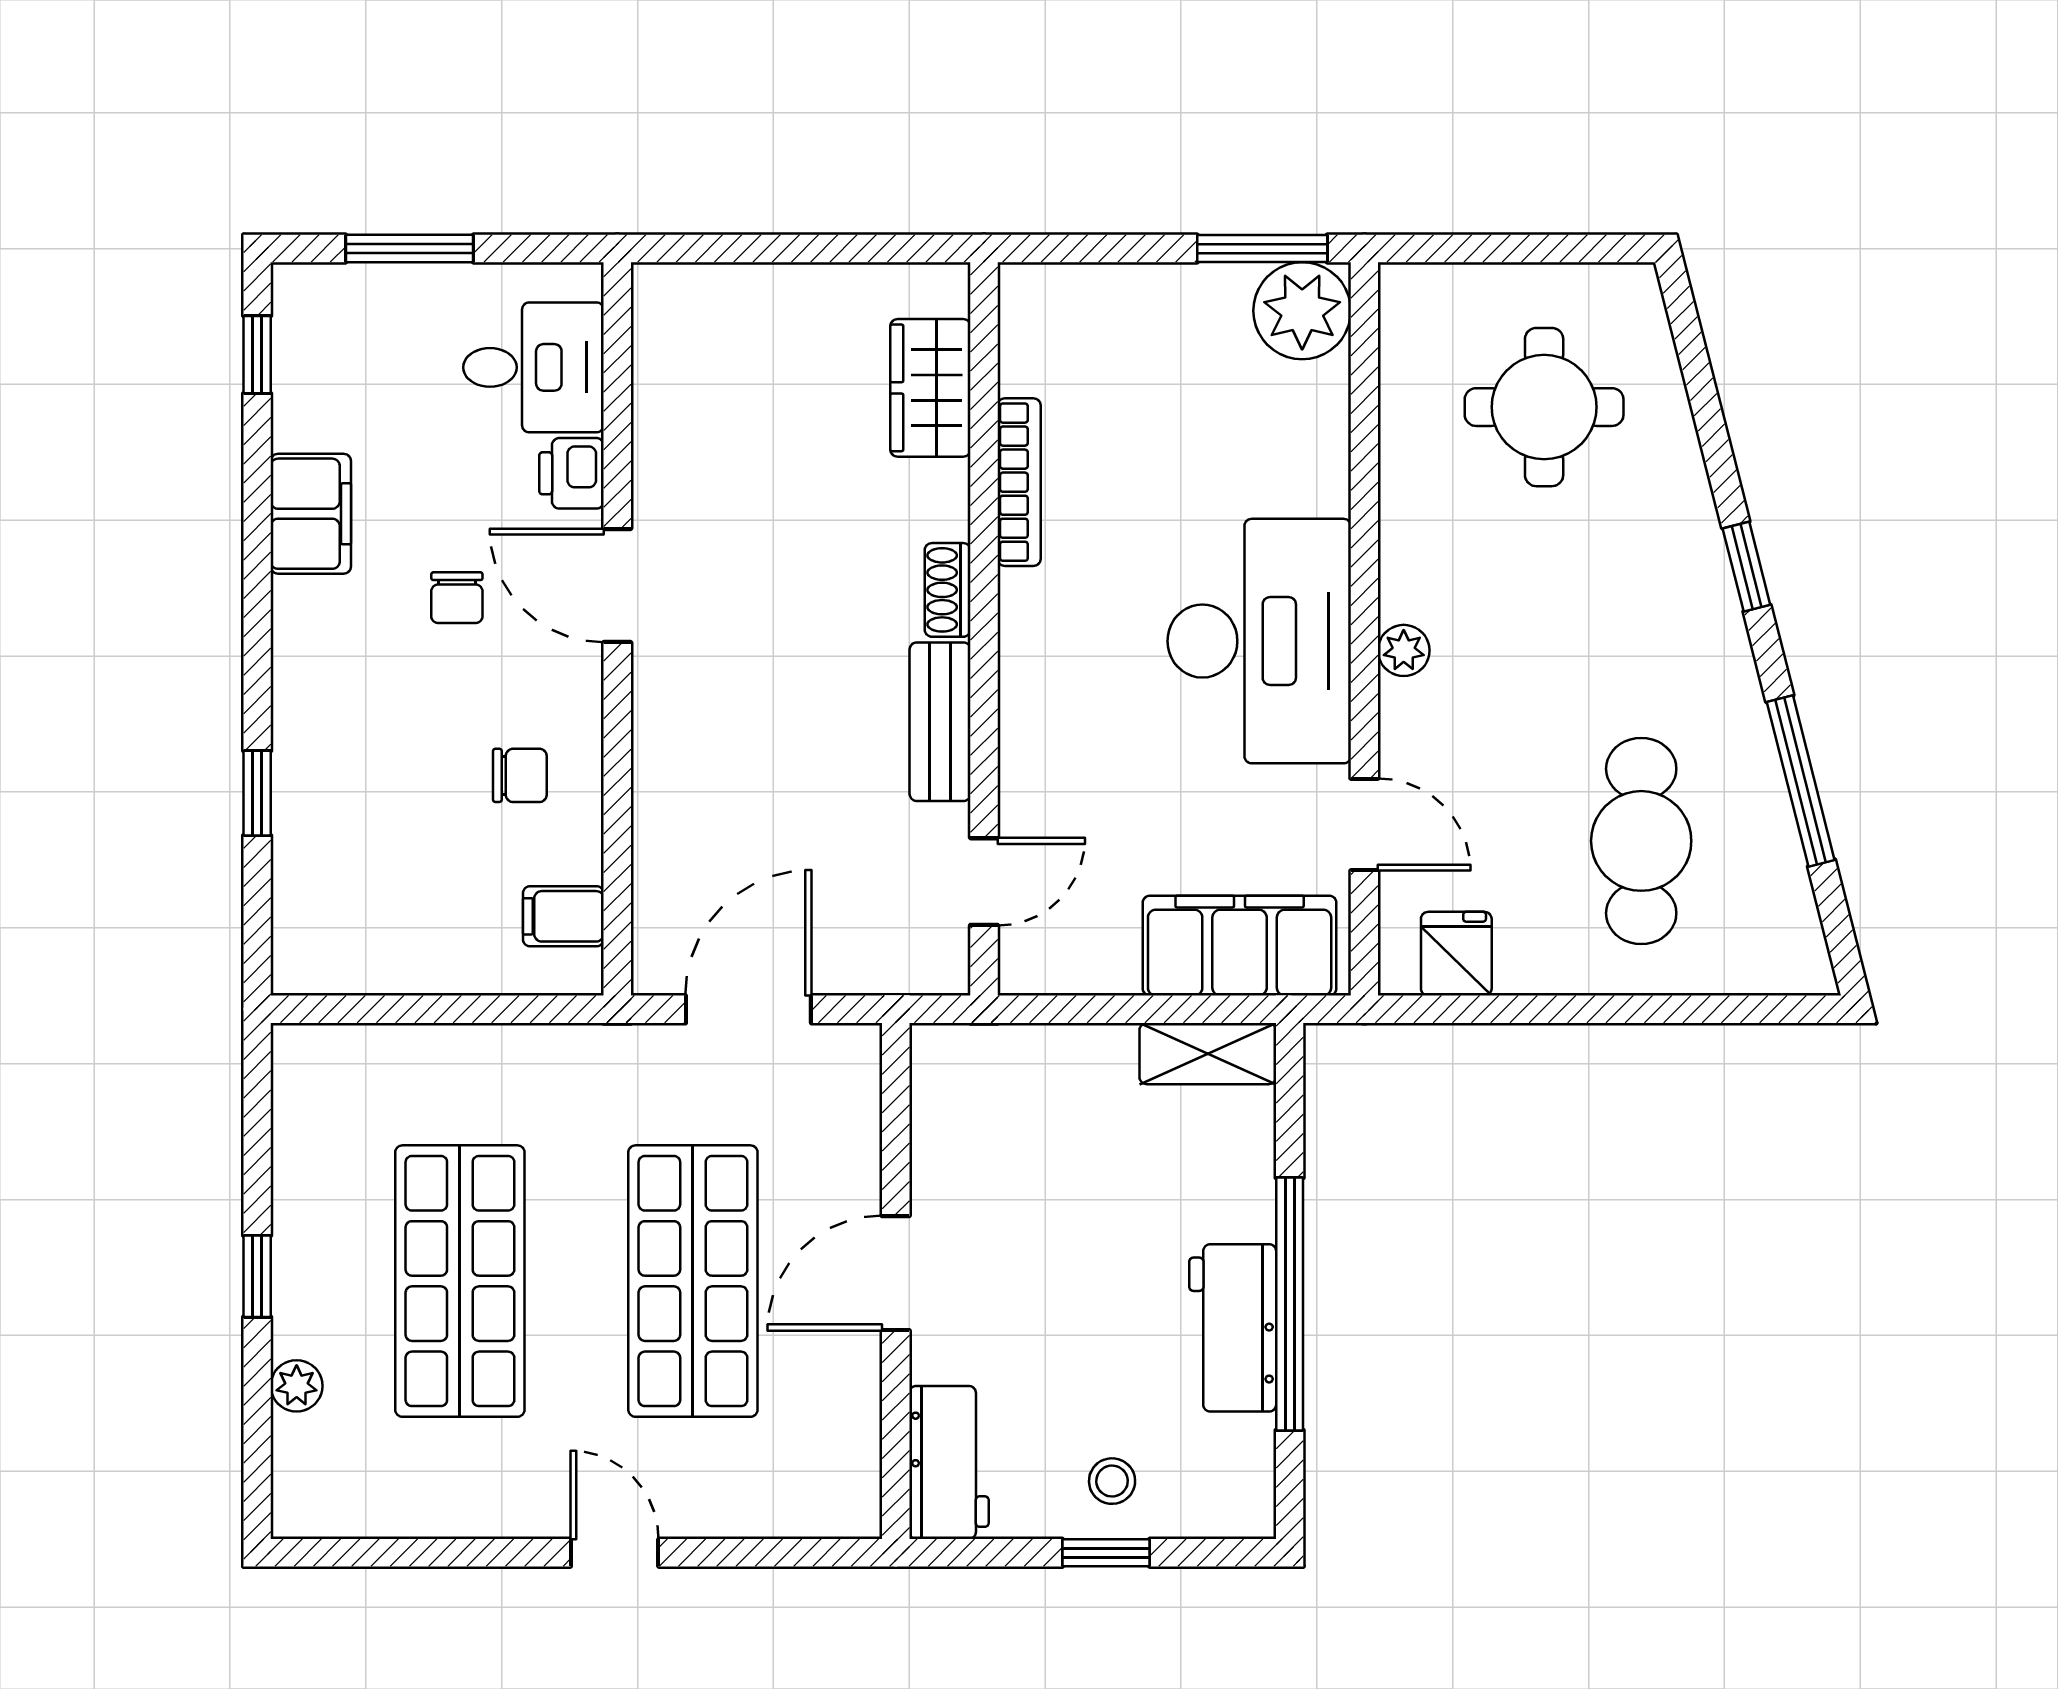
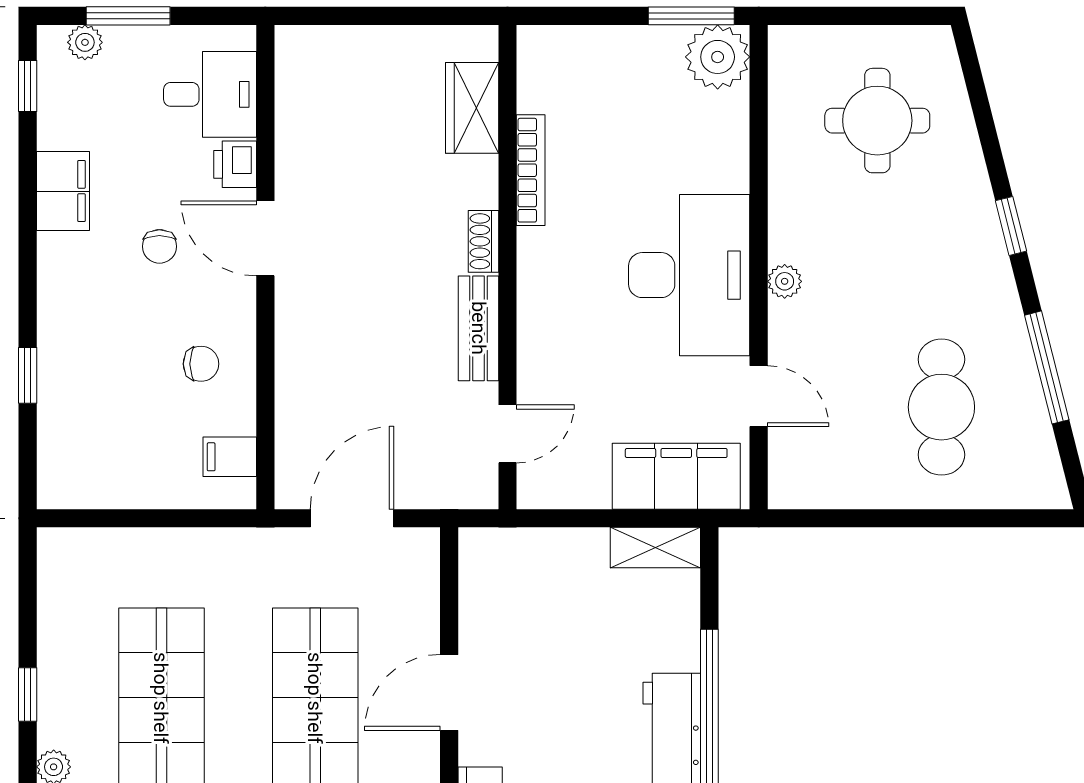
plant: (344, 289) -> (85, 42), added
fridge: (1456, 954) -> (819, 482), removed

